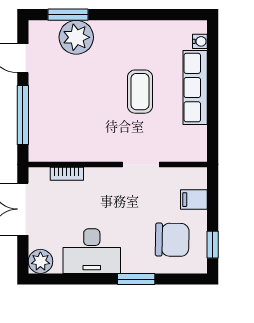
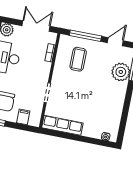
row of seats: (195, 88) -> (62, 125), moved
coffee table: (140, 92) -> (78, 59), moved, turned 90

